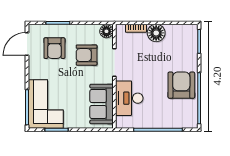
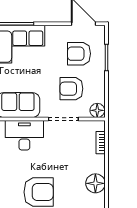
floor lamp: (156, 33) -> (95, 183), moved
armchair: (87, 55) -> (71, 89), turned -90

